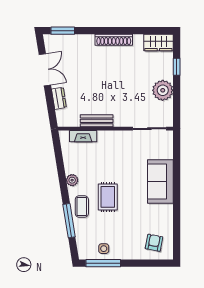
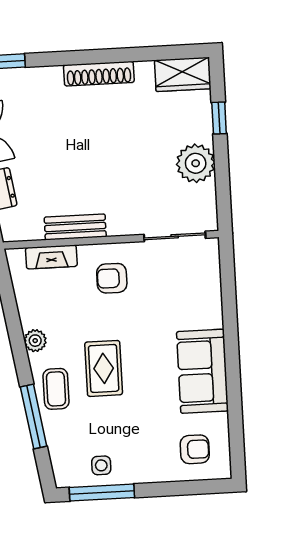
armchair: (115, 149) -> (112, 278), added
sofa: (160, 181) -> (202, 371), moved
armchair: (154, 243) -> (195, 449), turned 79

